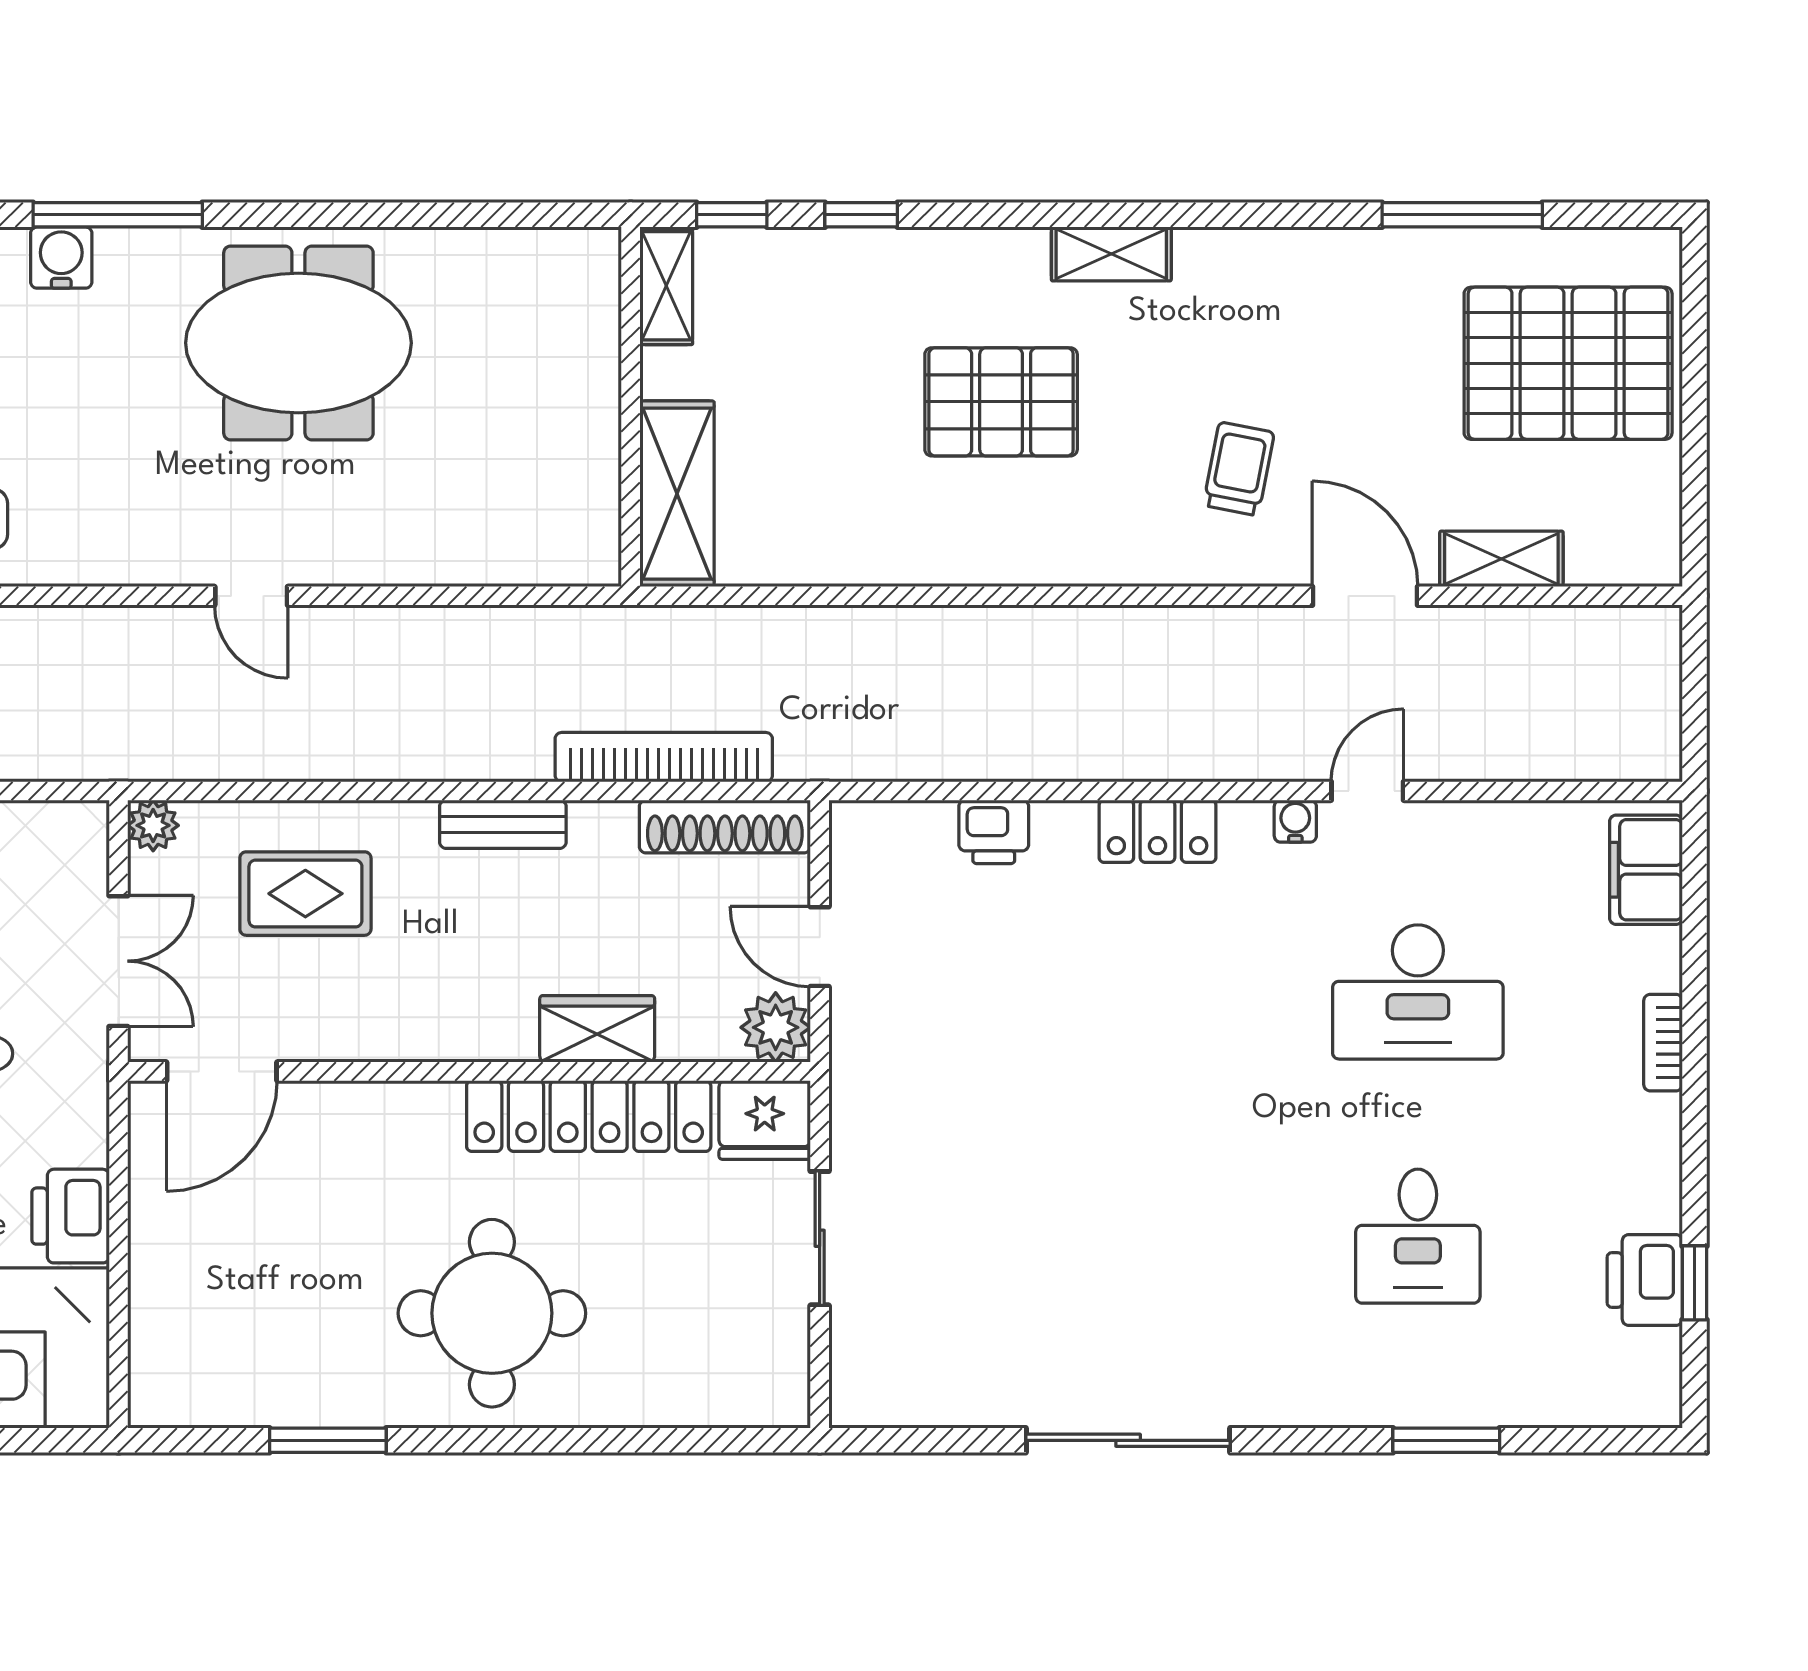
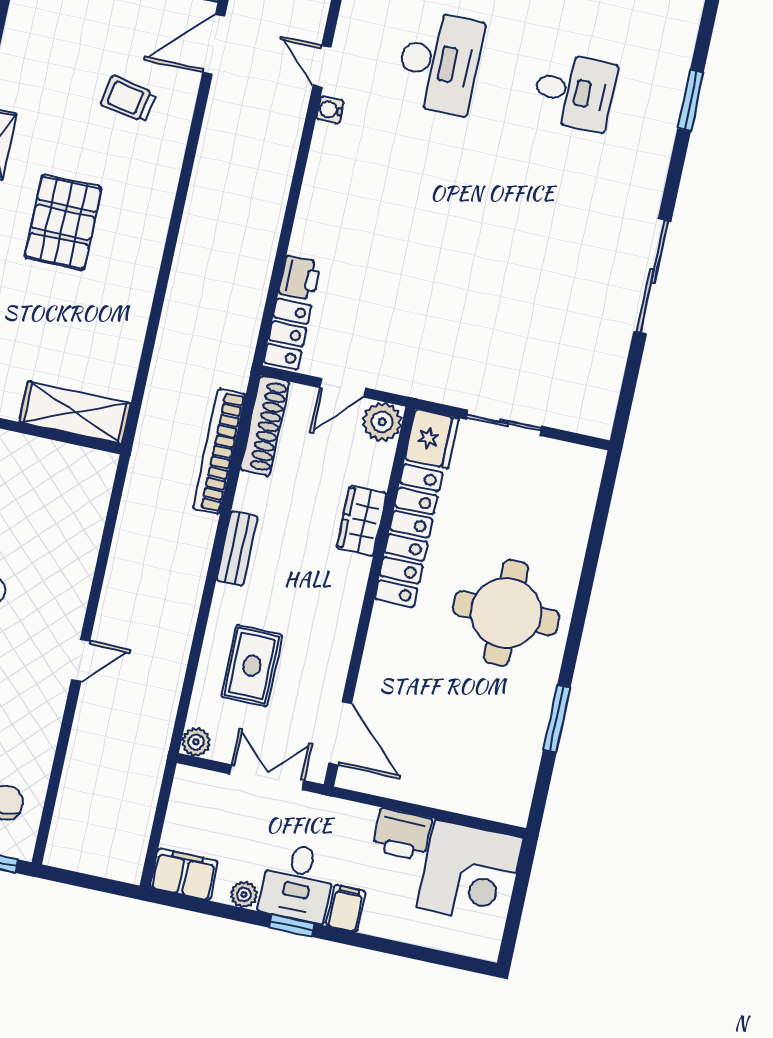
locker: (1158, 831) -> (288, 334), moved

